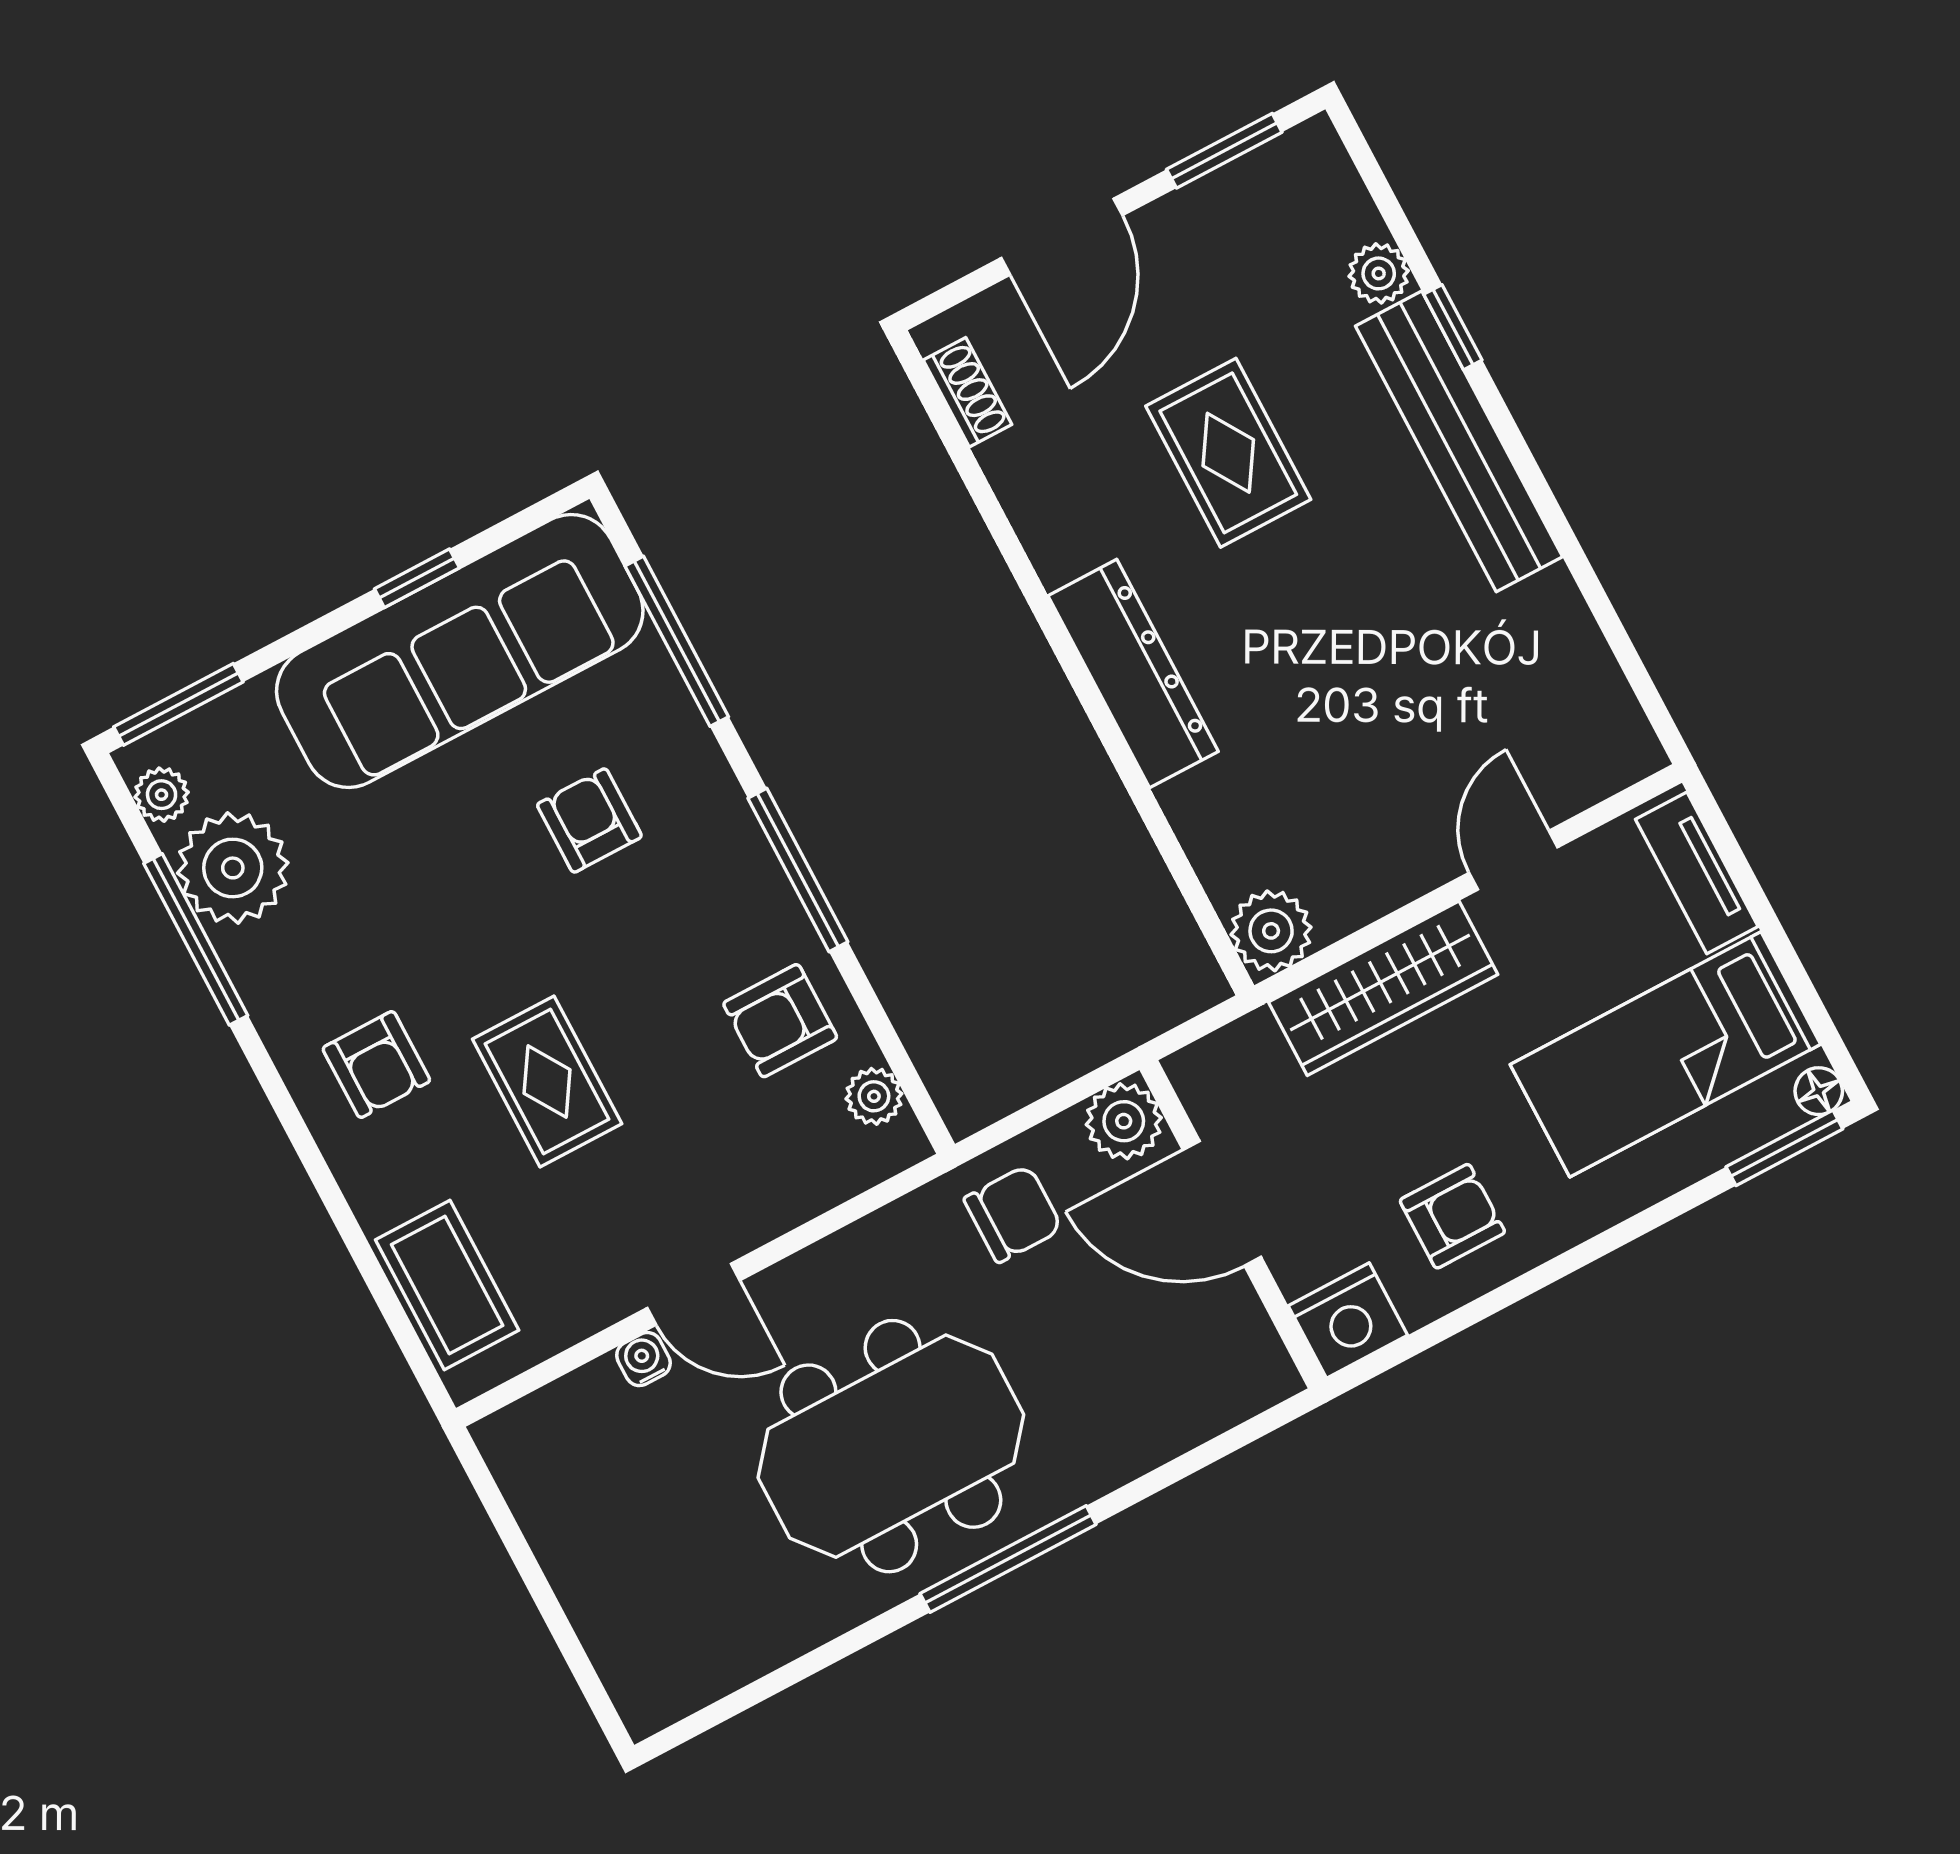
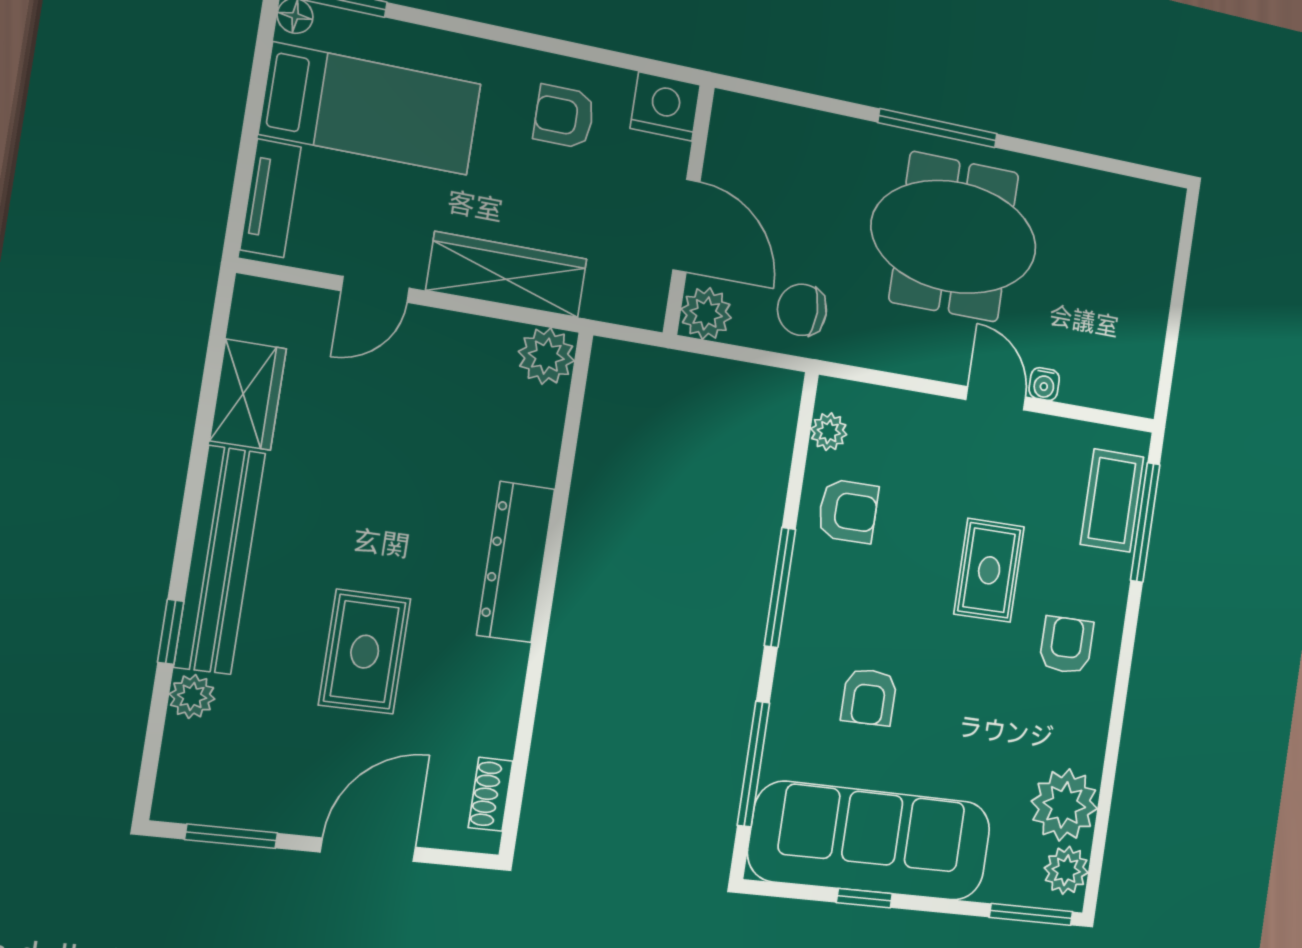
wardrobe: (1562, 642) -> (248, 395), added
plant: (162, 795) -> (1066, 870), width x1.38, depth x1.38
window: (196, 939) -> (1145, 522), moved

